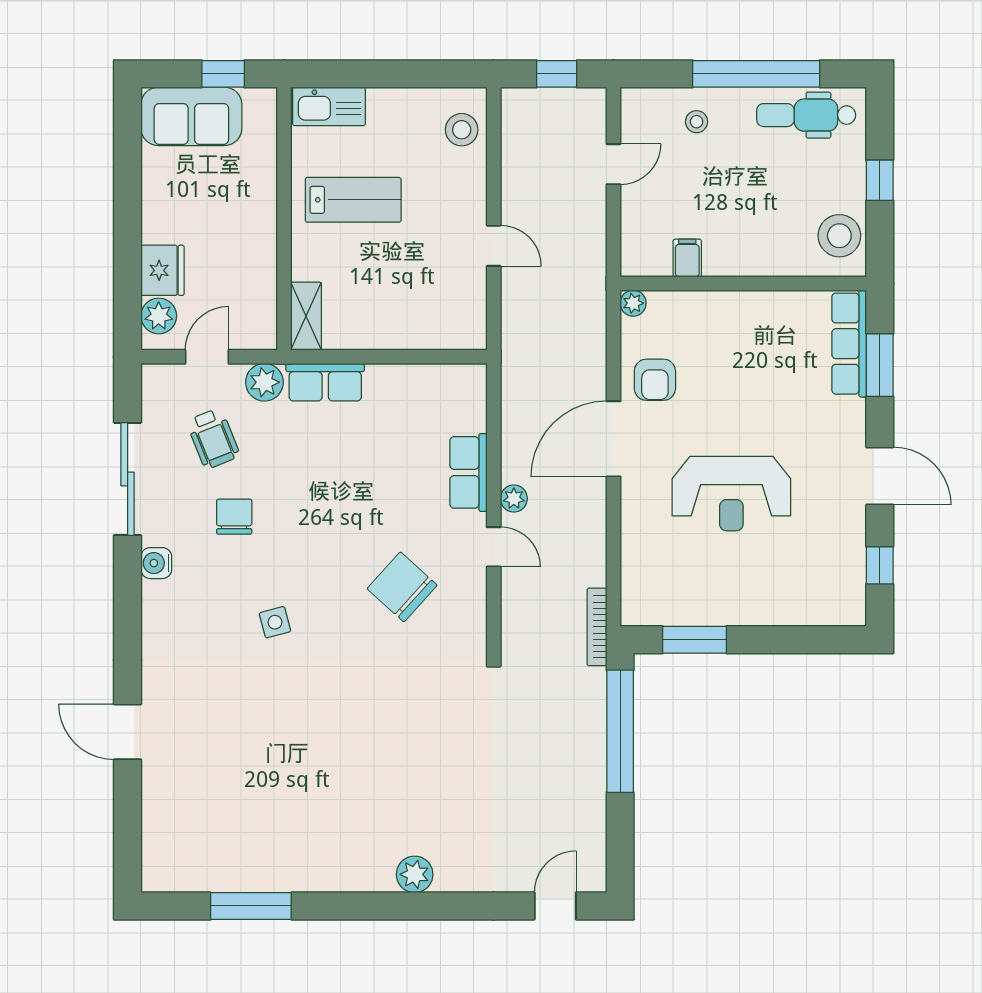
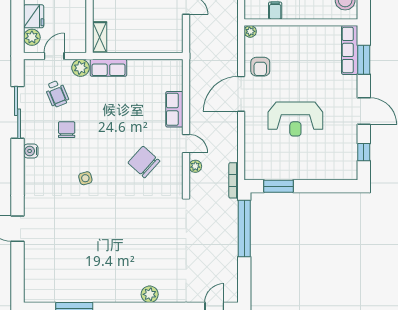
plant: (514, 498) -> (195, 166), moved

